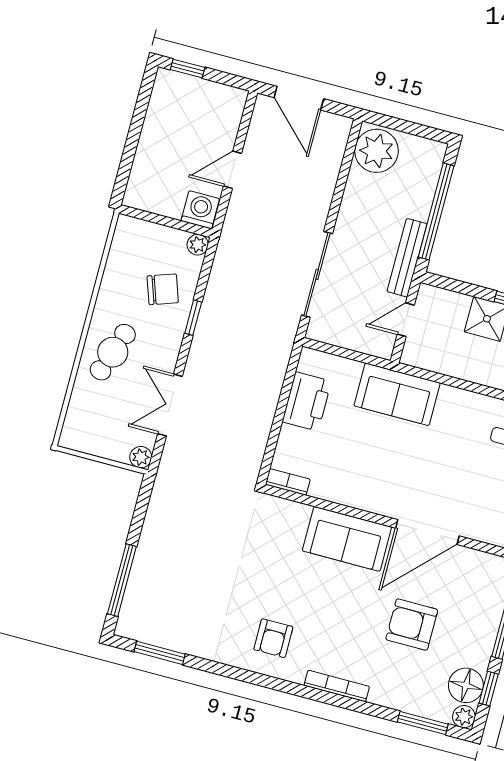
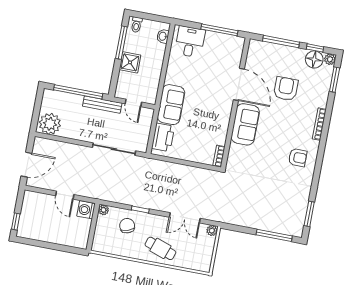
printer: (307, 401) -> (163, 137), moved, turned 90
armchair: (412, 625) -> (286, 89), turned 180

